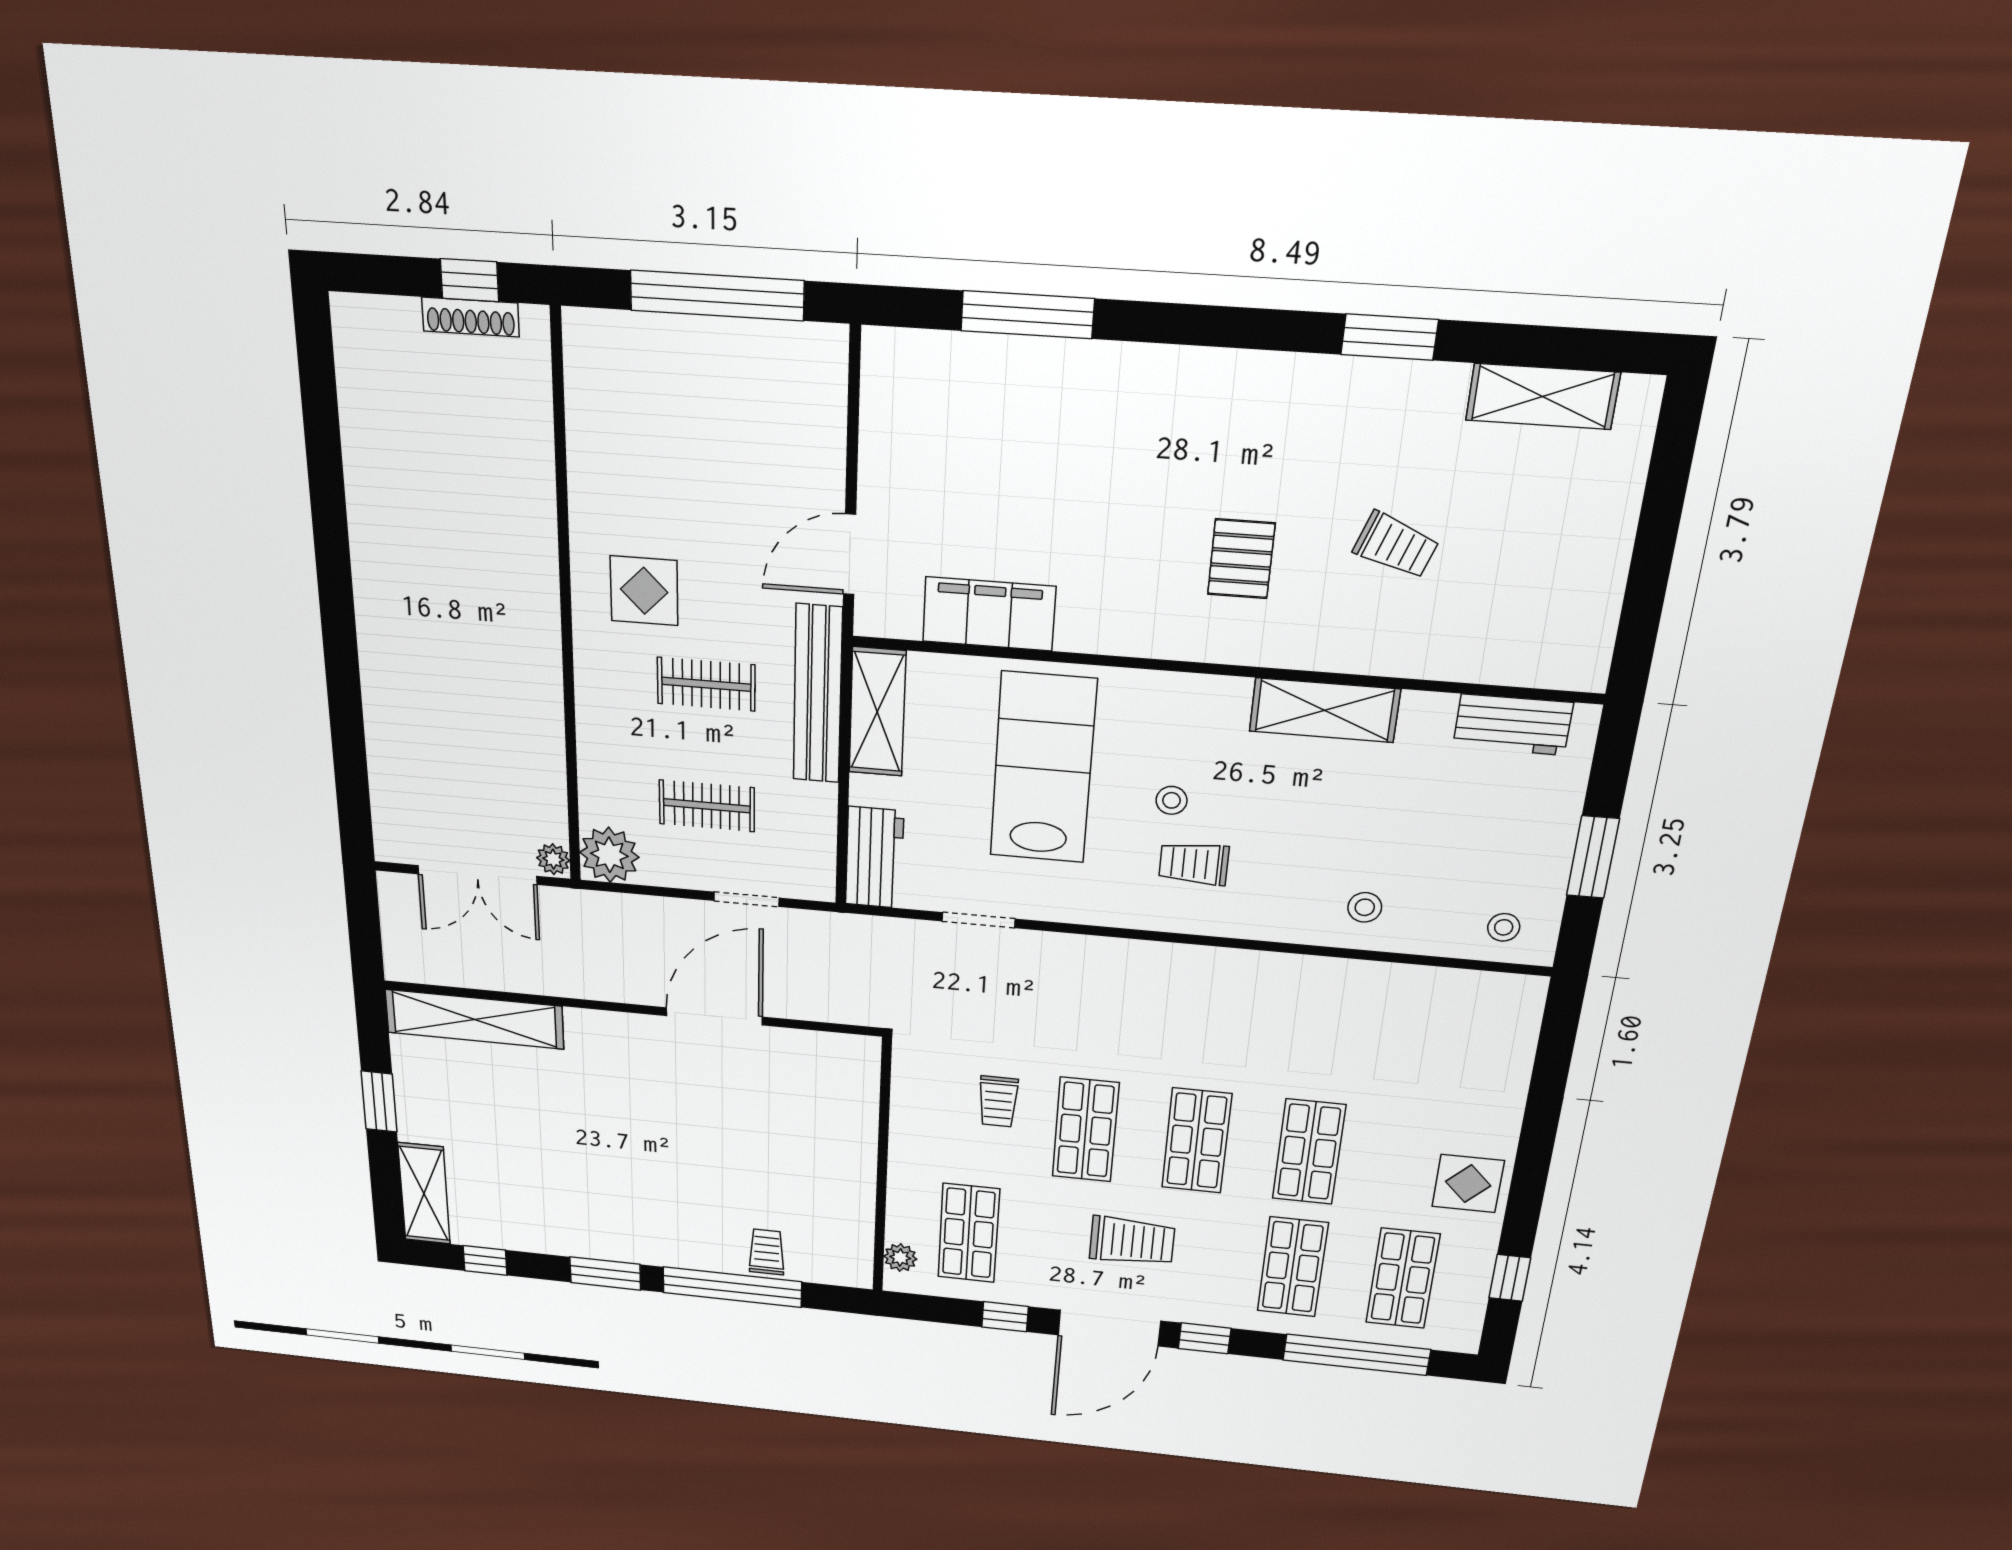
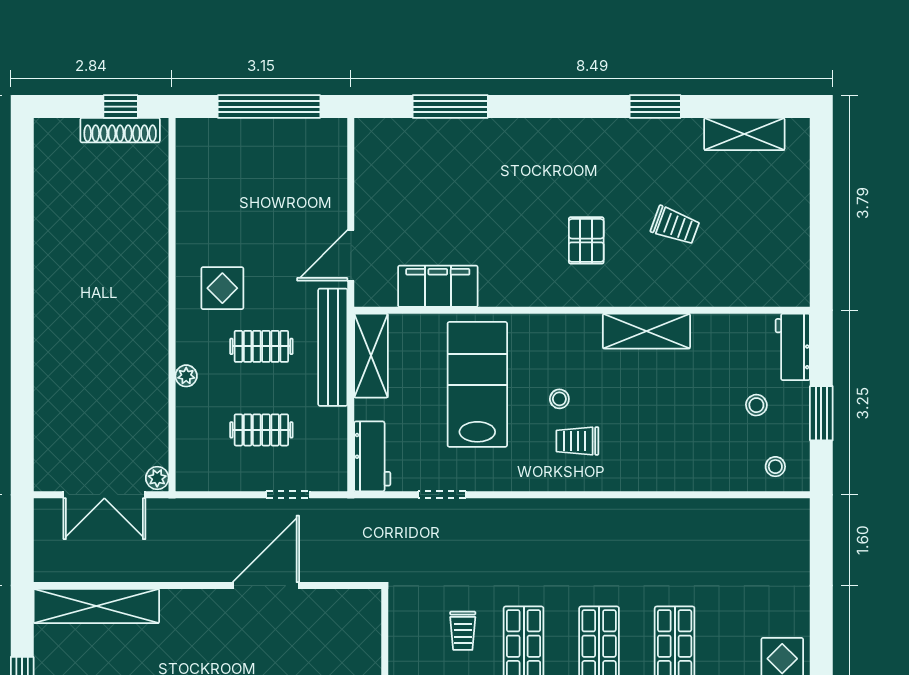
shoe rack: (471, 317) -> (120, 130), width x1.36, depth x1.24
workbench: (1513, 725) -> (793, 347), moved, turned 90
plant: (609, 855) -> (186, 376), moved, width x0.53, depth x0.53
stool: (1365, 907) -> (756, 405), moved

